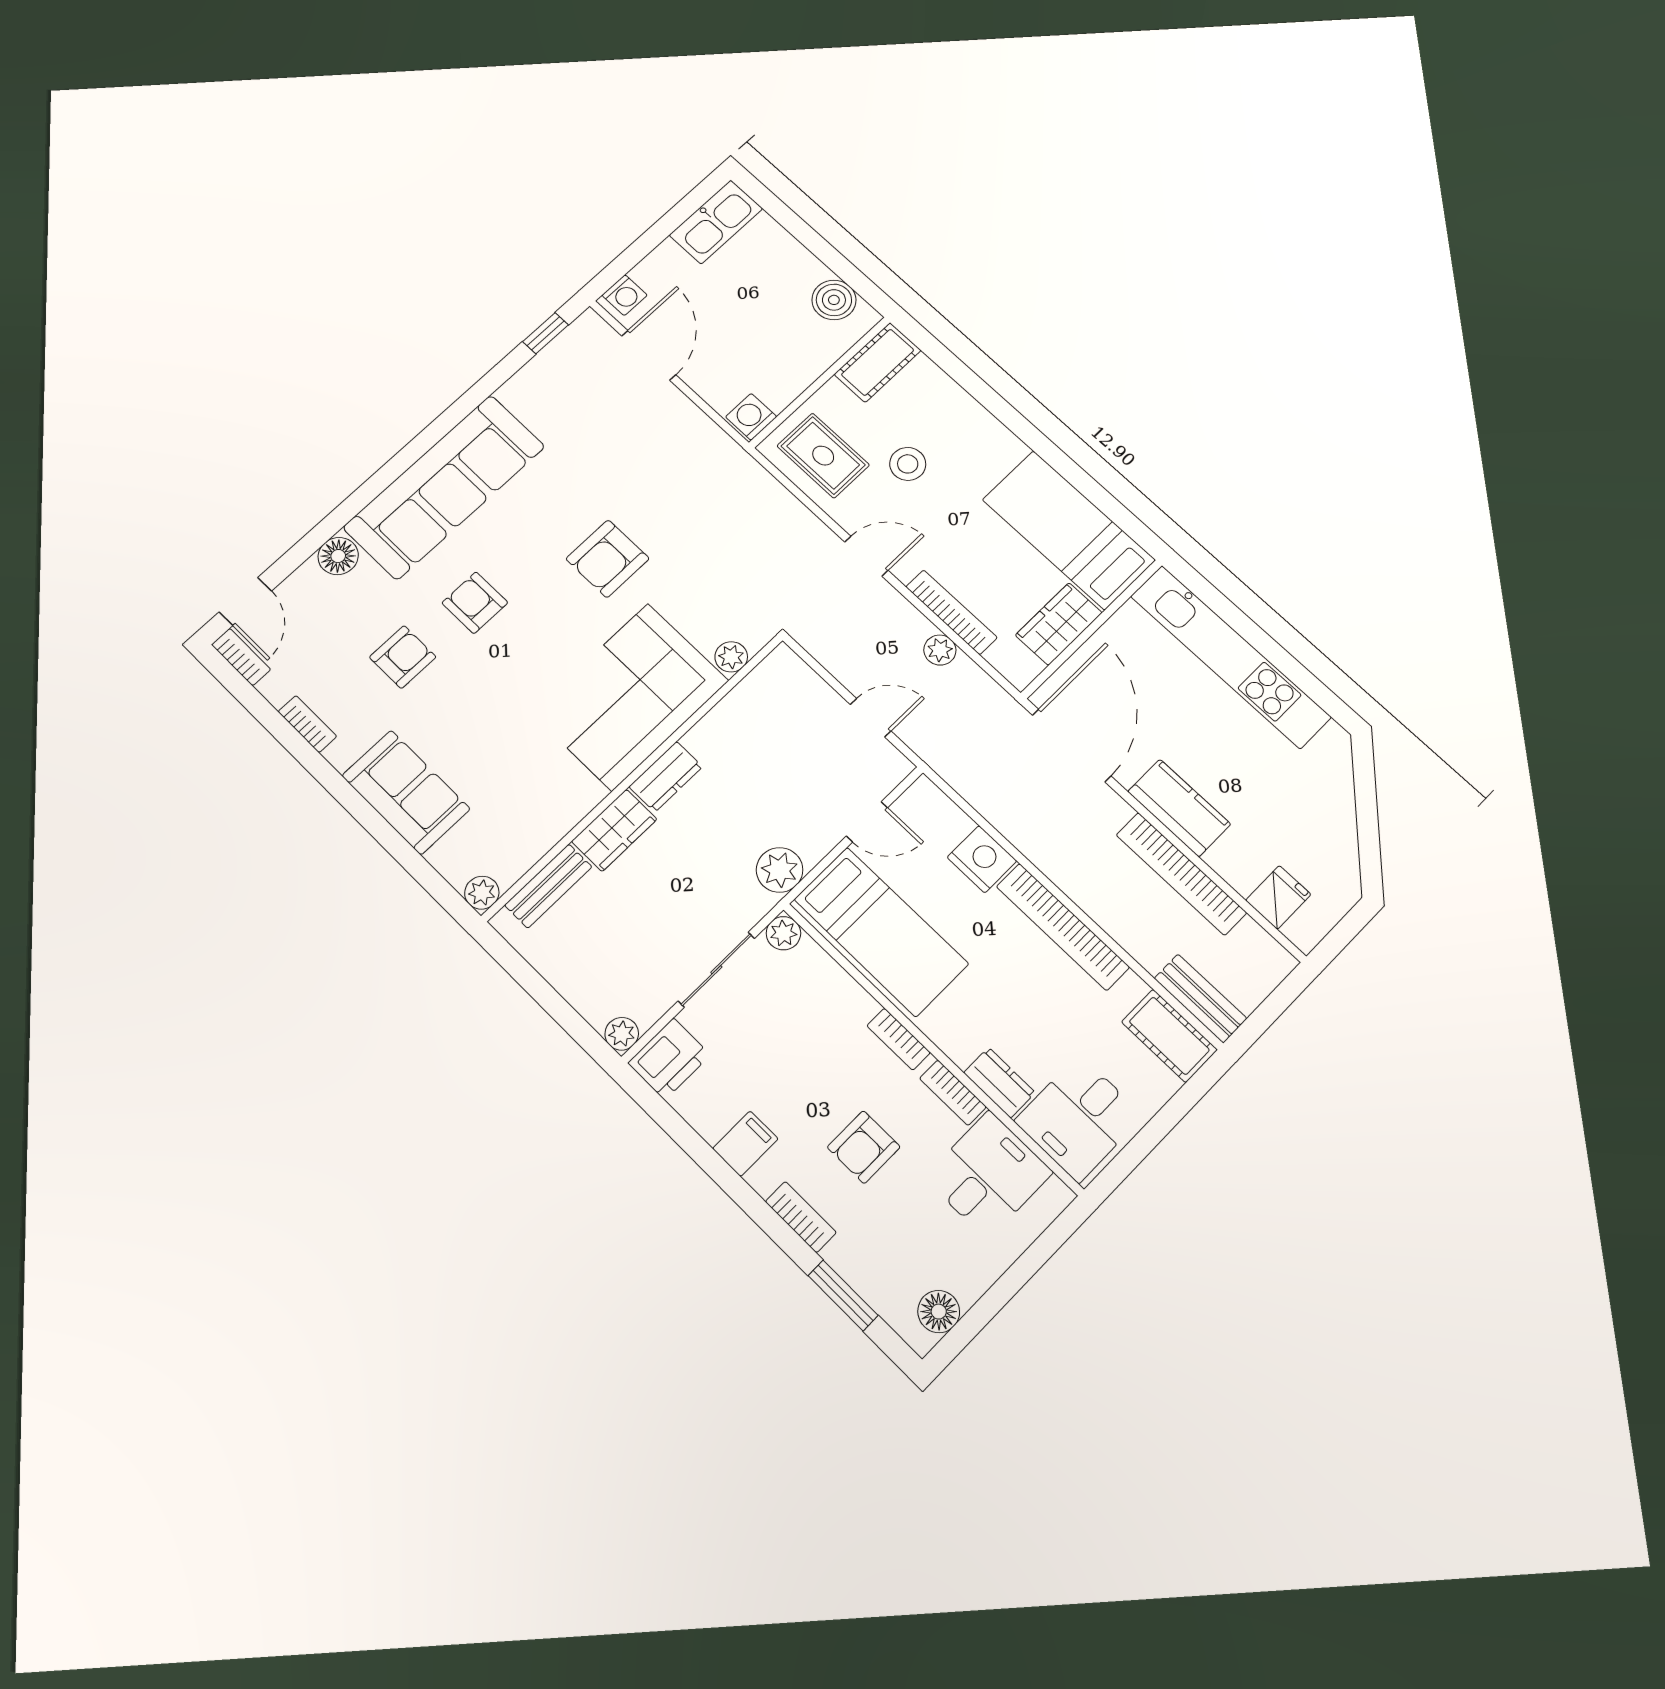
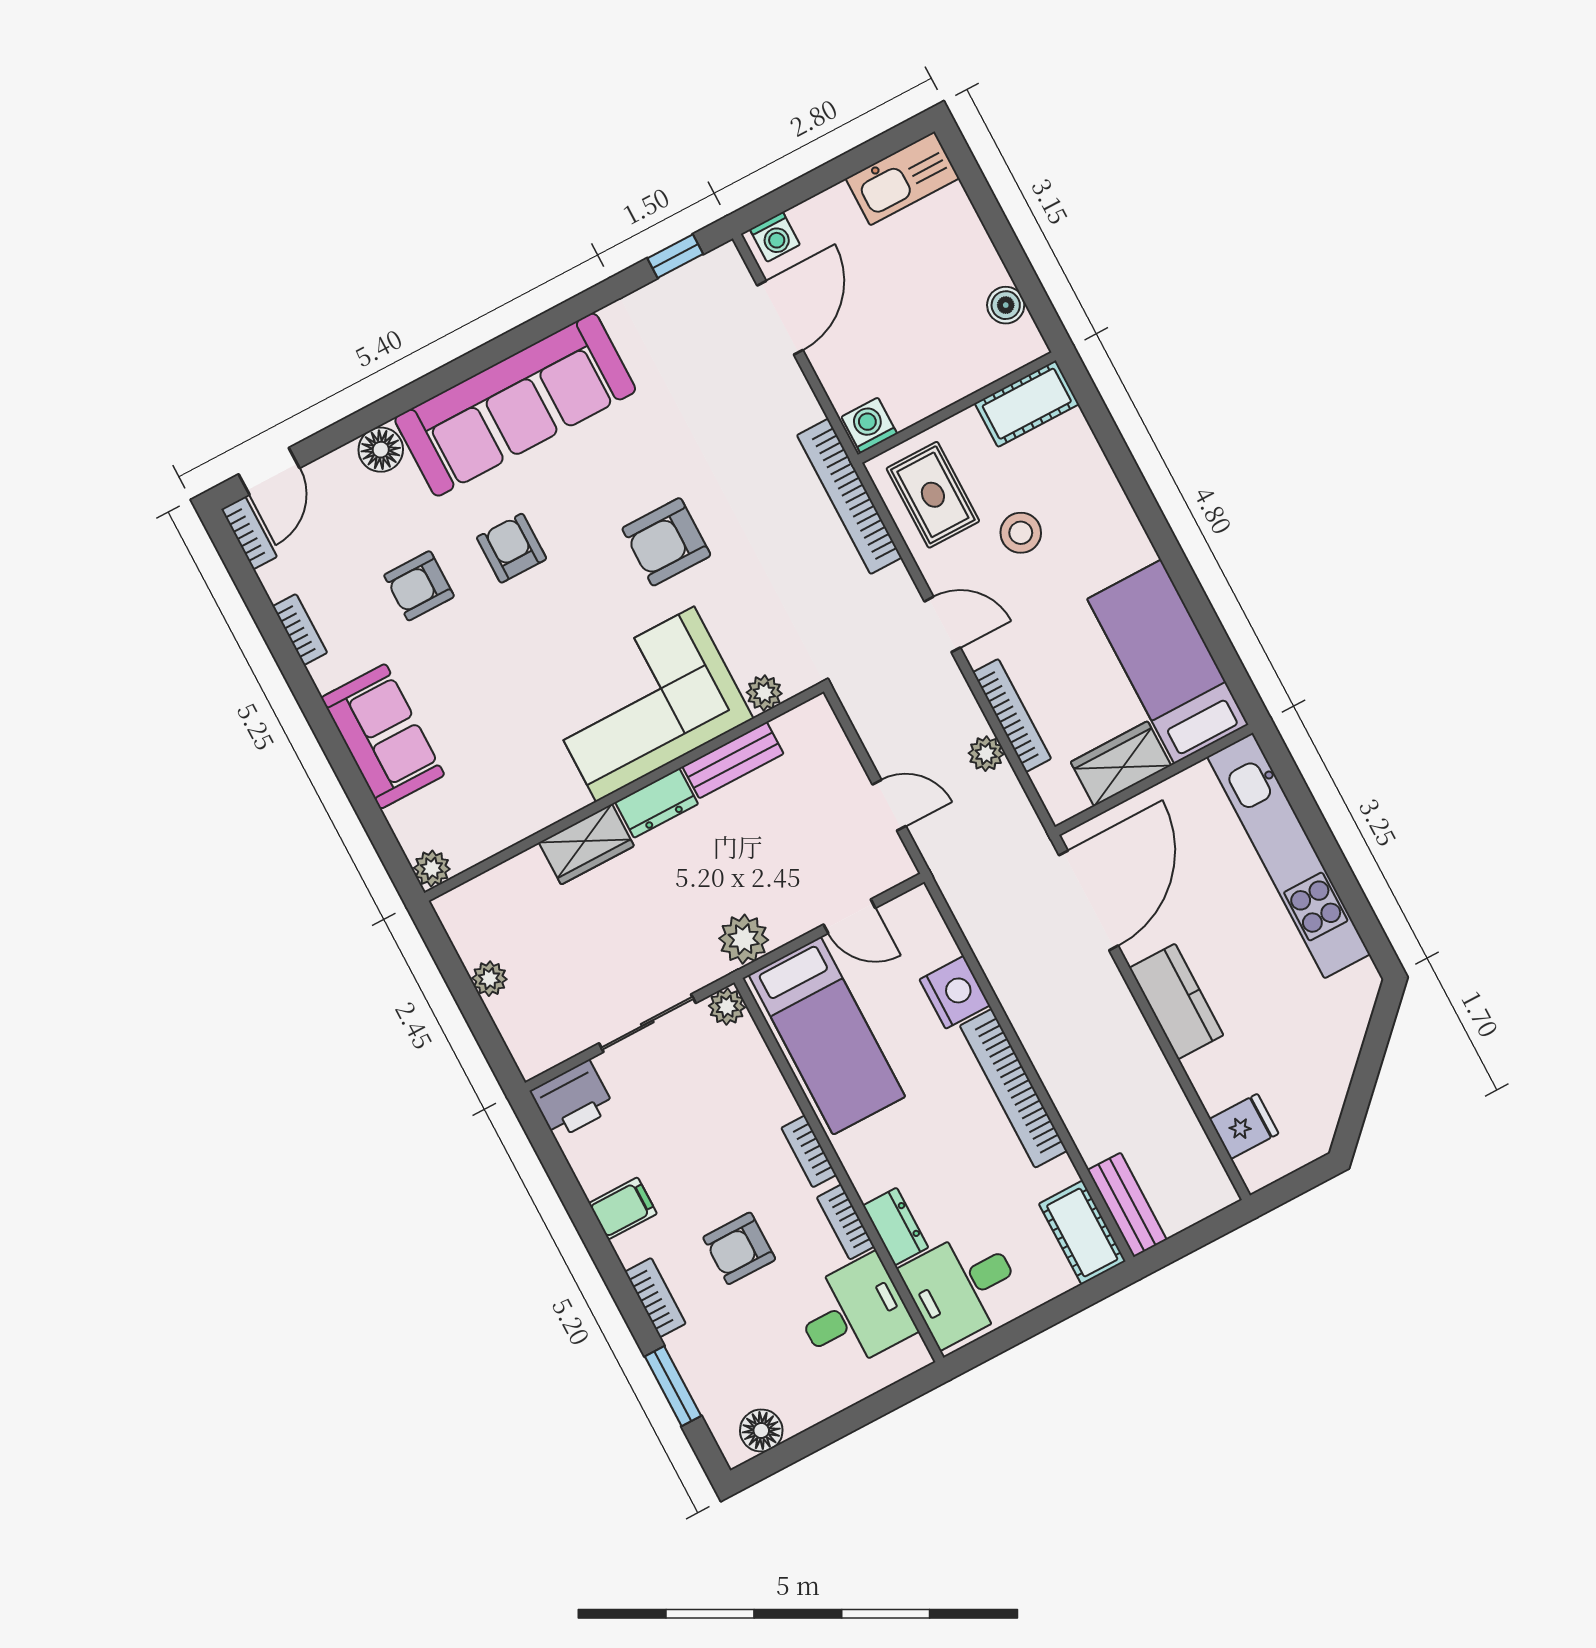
boiler: (834, 300) -> (1006, 305), width x0.73, depth x0.73
armchair: (403, 657) -> (419, 586), turned 180
bookcase: (1181, 874) -> (849, 496), moved
bench: (548, 886) -> (733, 760), moved
plant: (622, 1034) -> (489, 979), moved

